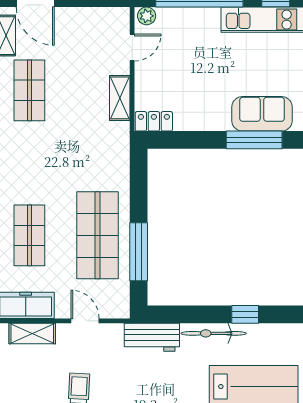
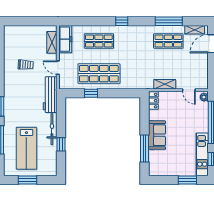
sofa: (262, 114) -> (157, 135), moved
window: (139, 252) -> (91, 93), width x0.46
door: (85, 321) -> (58, 68), swing flipped
workbench: (152, 337) -> (50, 95), width x1.38

